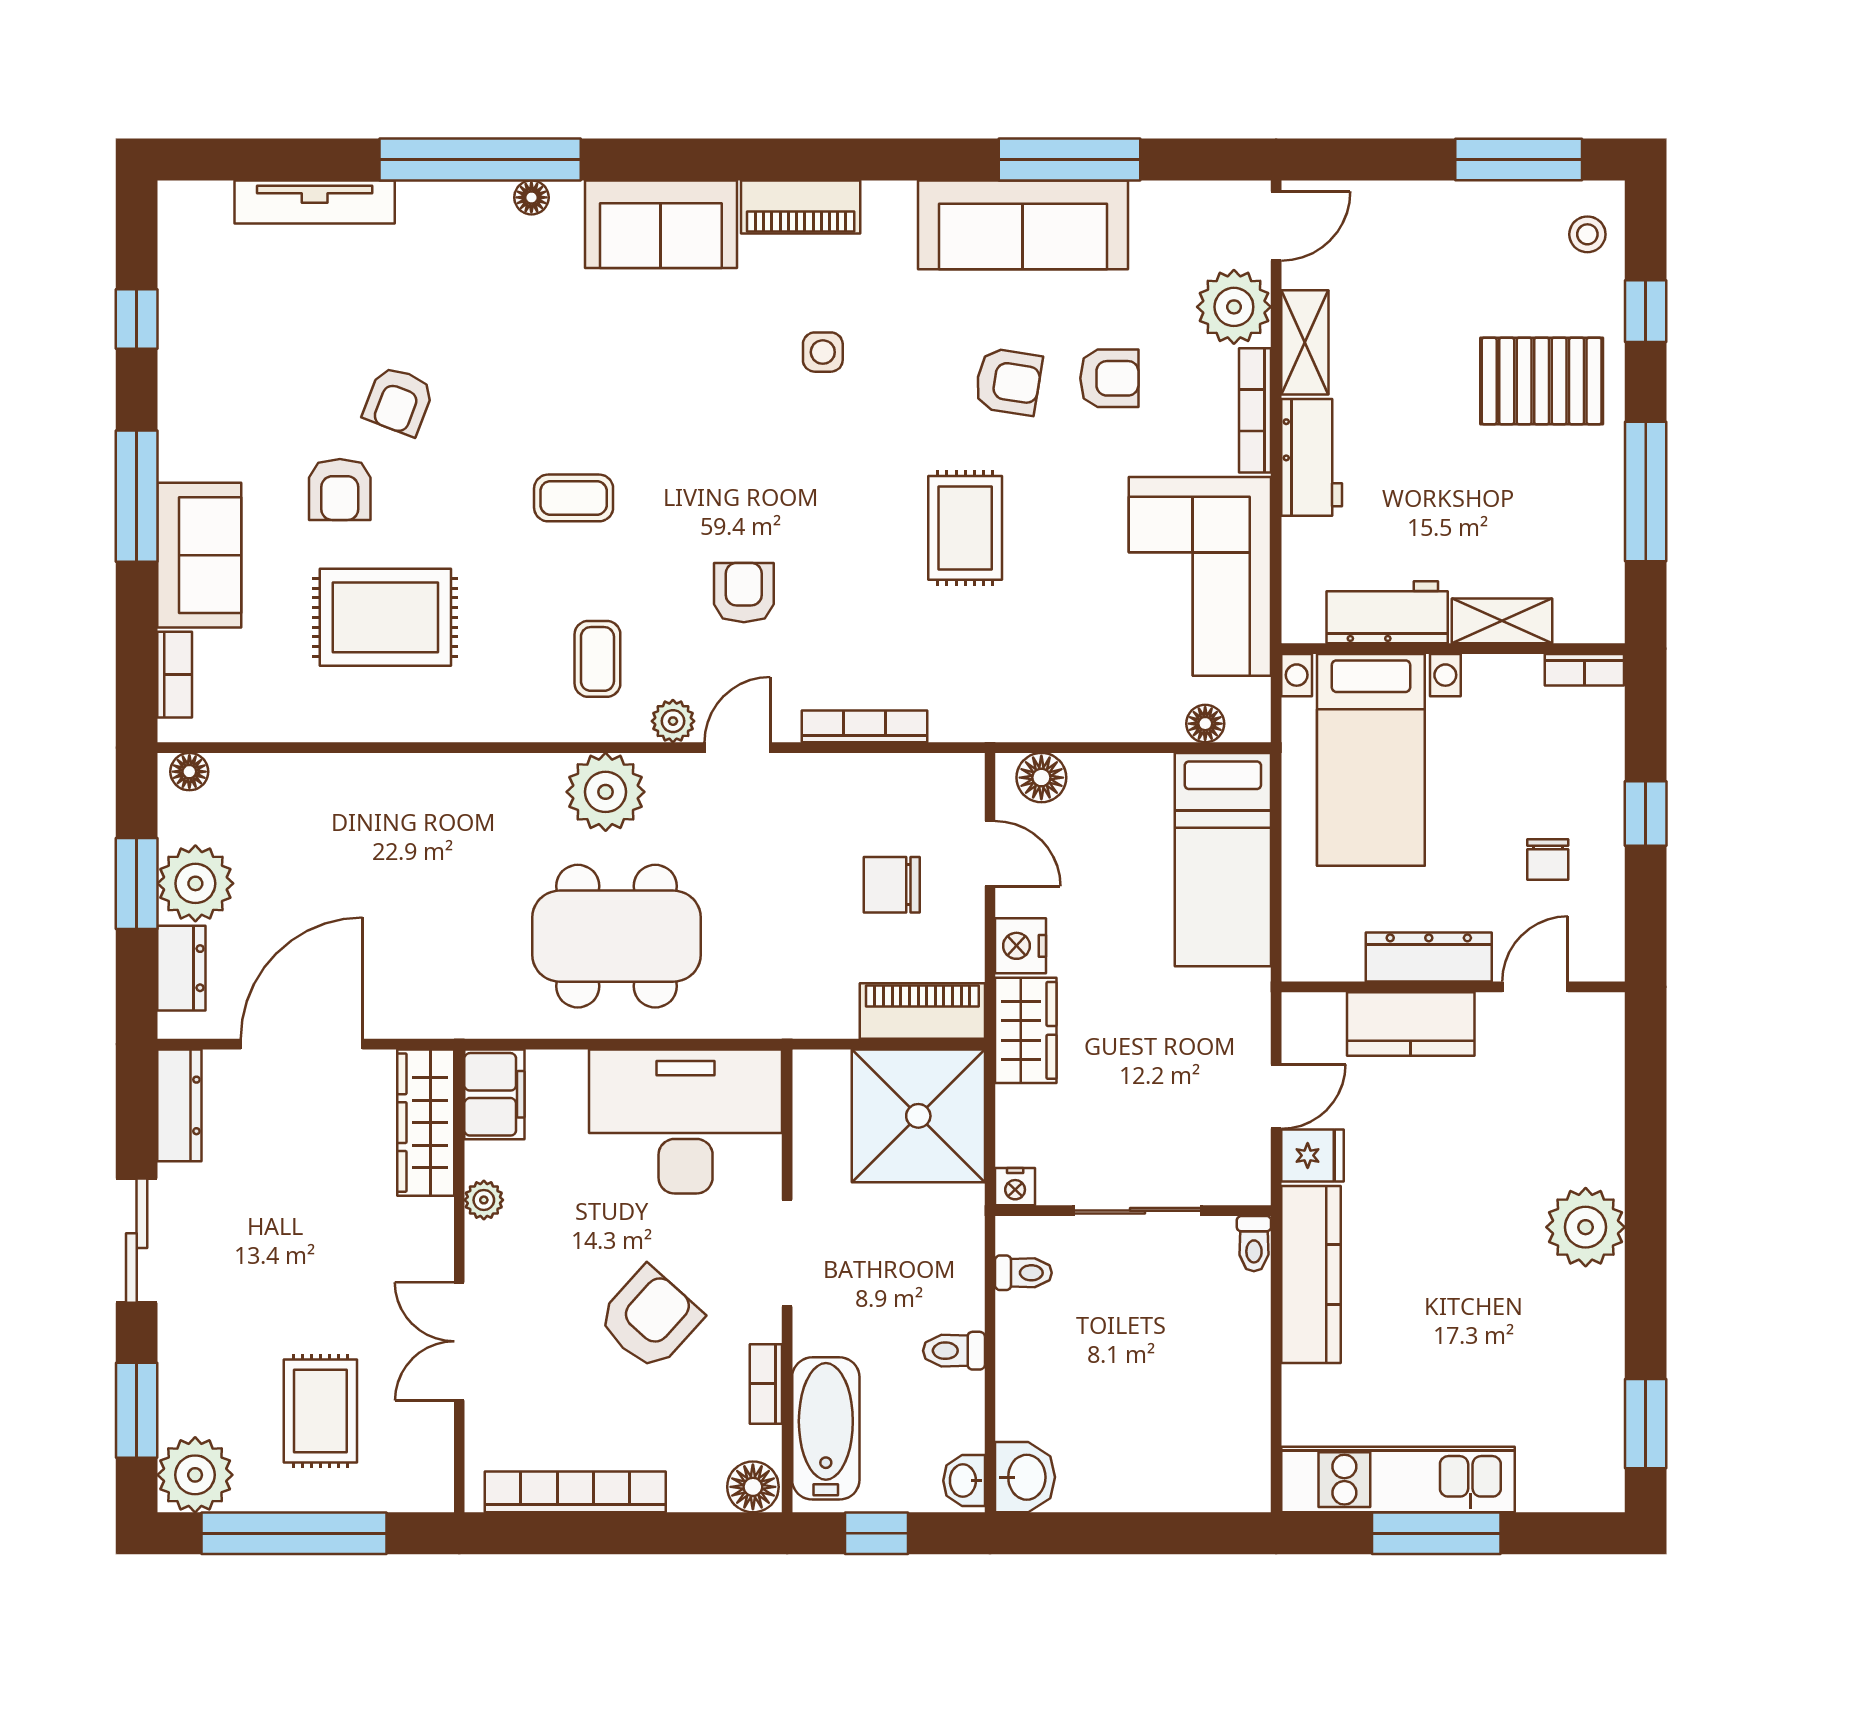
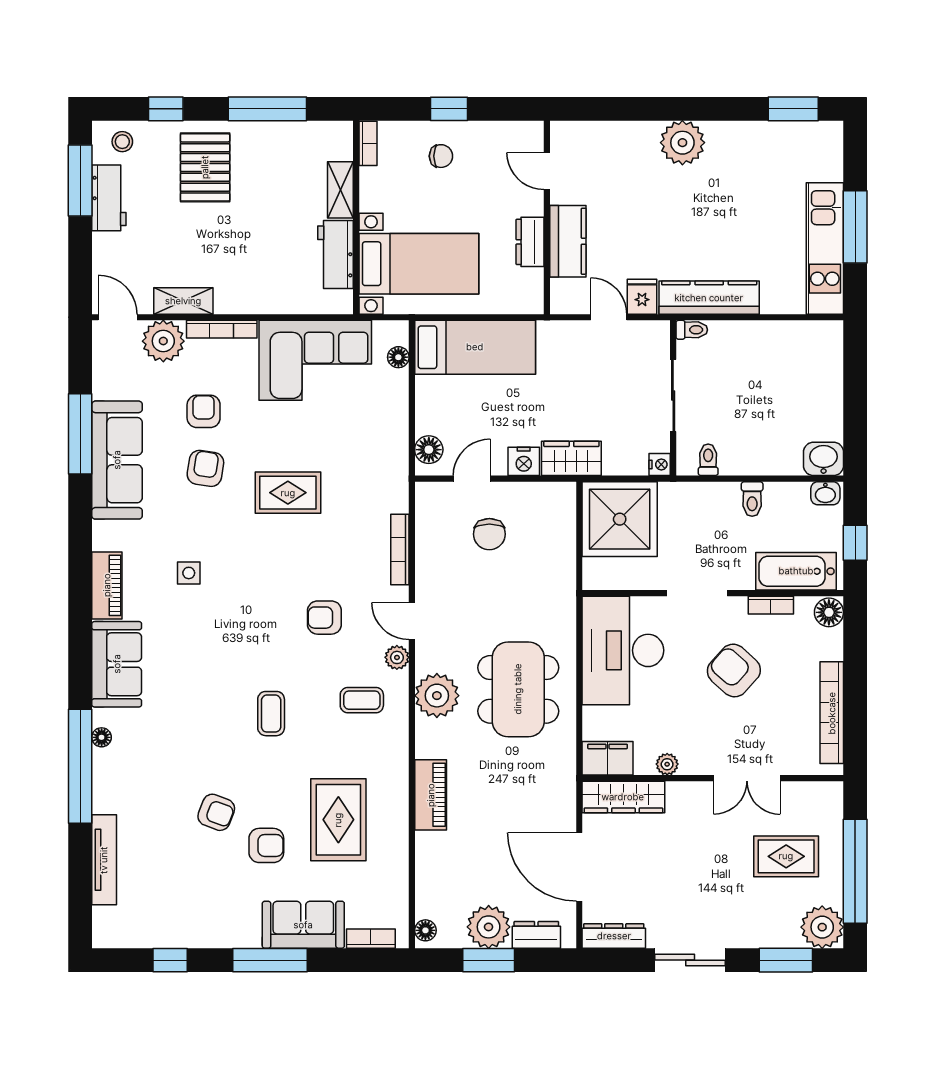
workbench: (1312, 457) -> (109, 198), moved, turned 90
chair: (1548, 860) -> (441, 156), moved
dresser: (1429, 957) -> (530, 242), width x0.70
piano: (922, 1011) -> (431, 795), moved, turned 180

